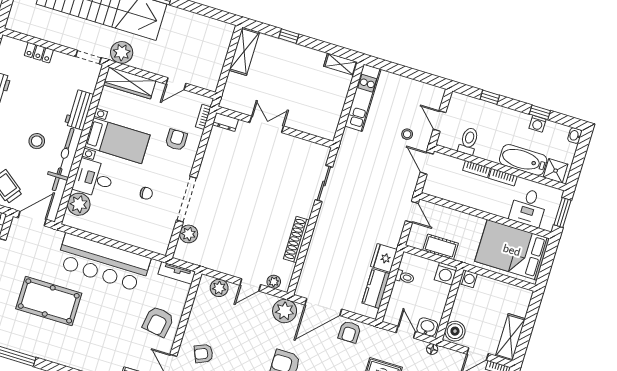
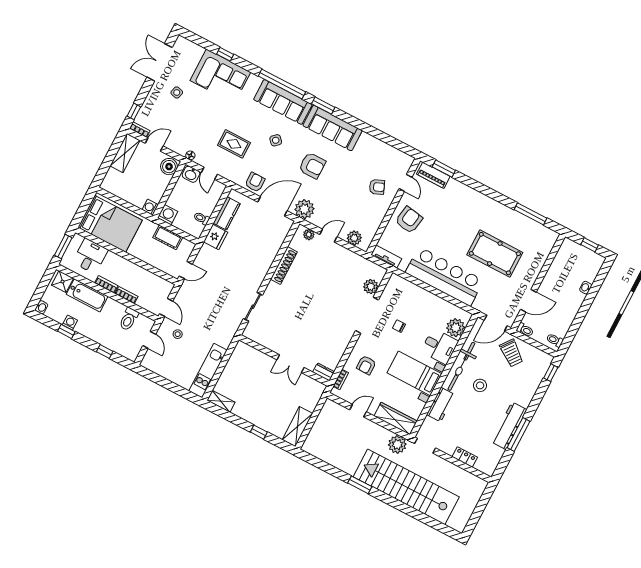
door: (412, 212) -> (186, 270), swing flipped

